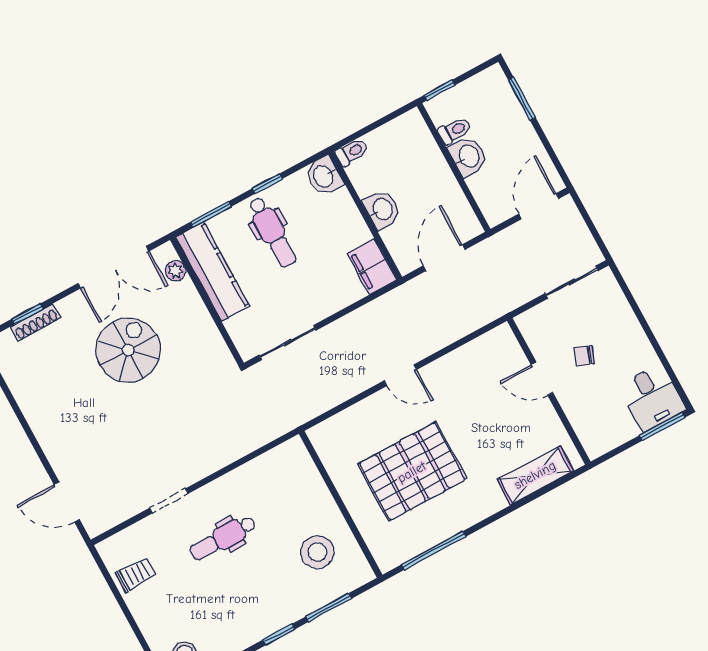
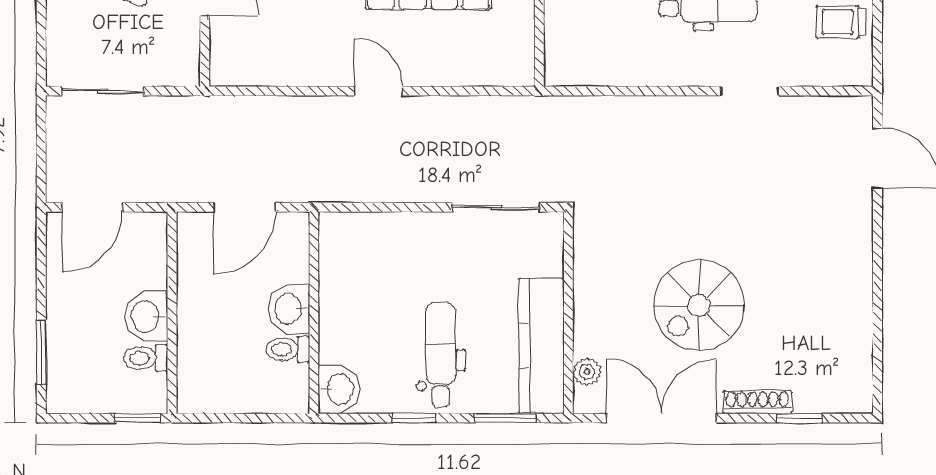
toilet: (352, 152) -> (288, 349), moved
filing cabinet: (372, 267) -> (340, 245), removed
shoe rack: (35, 322) -> (757, 402), moved

